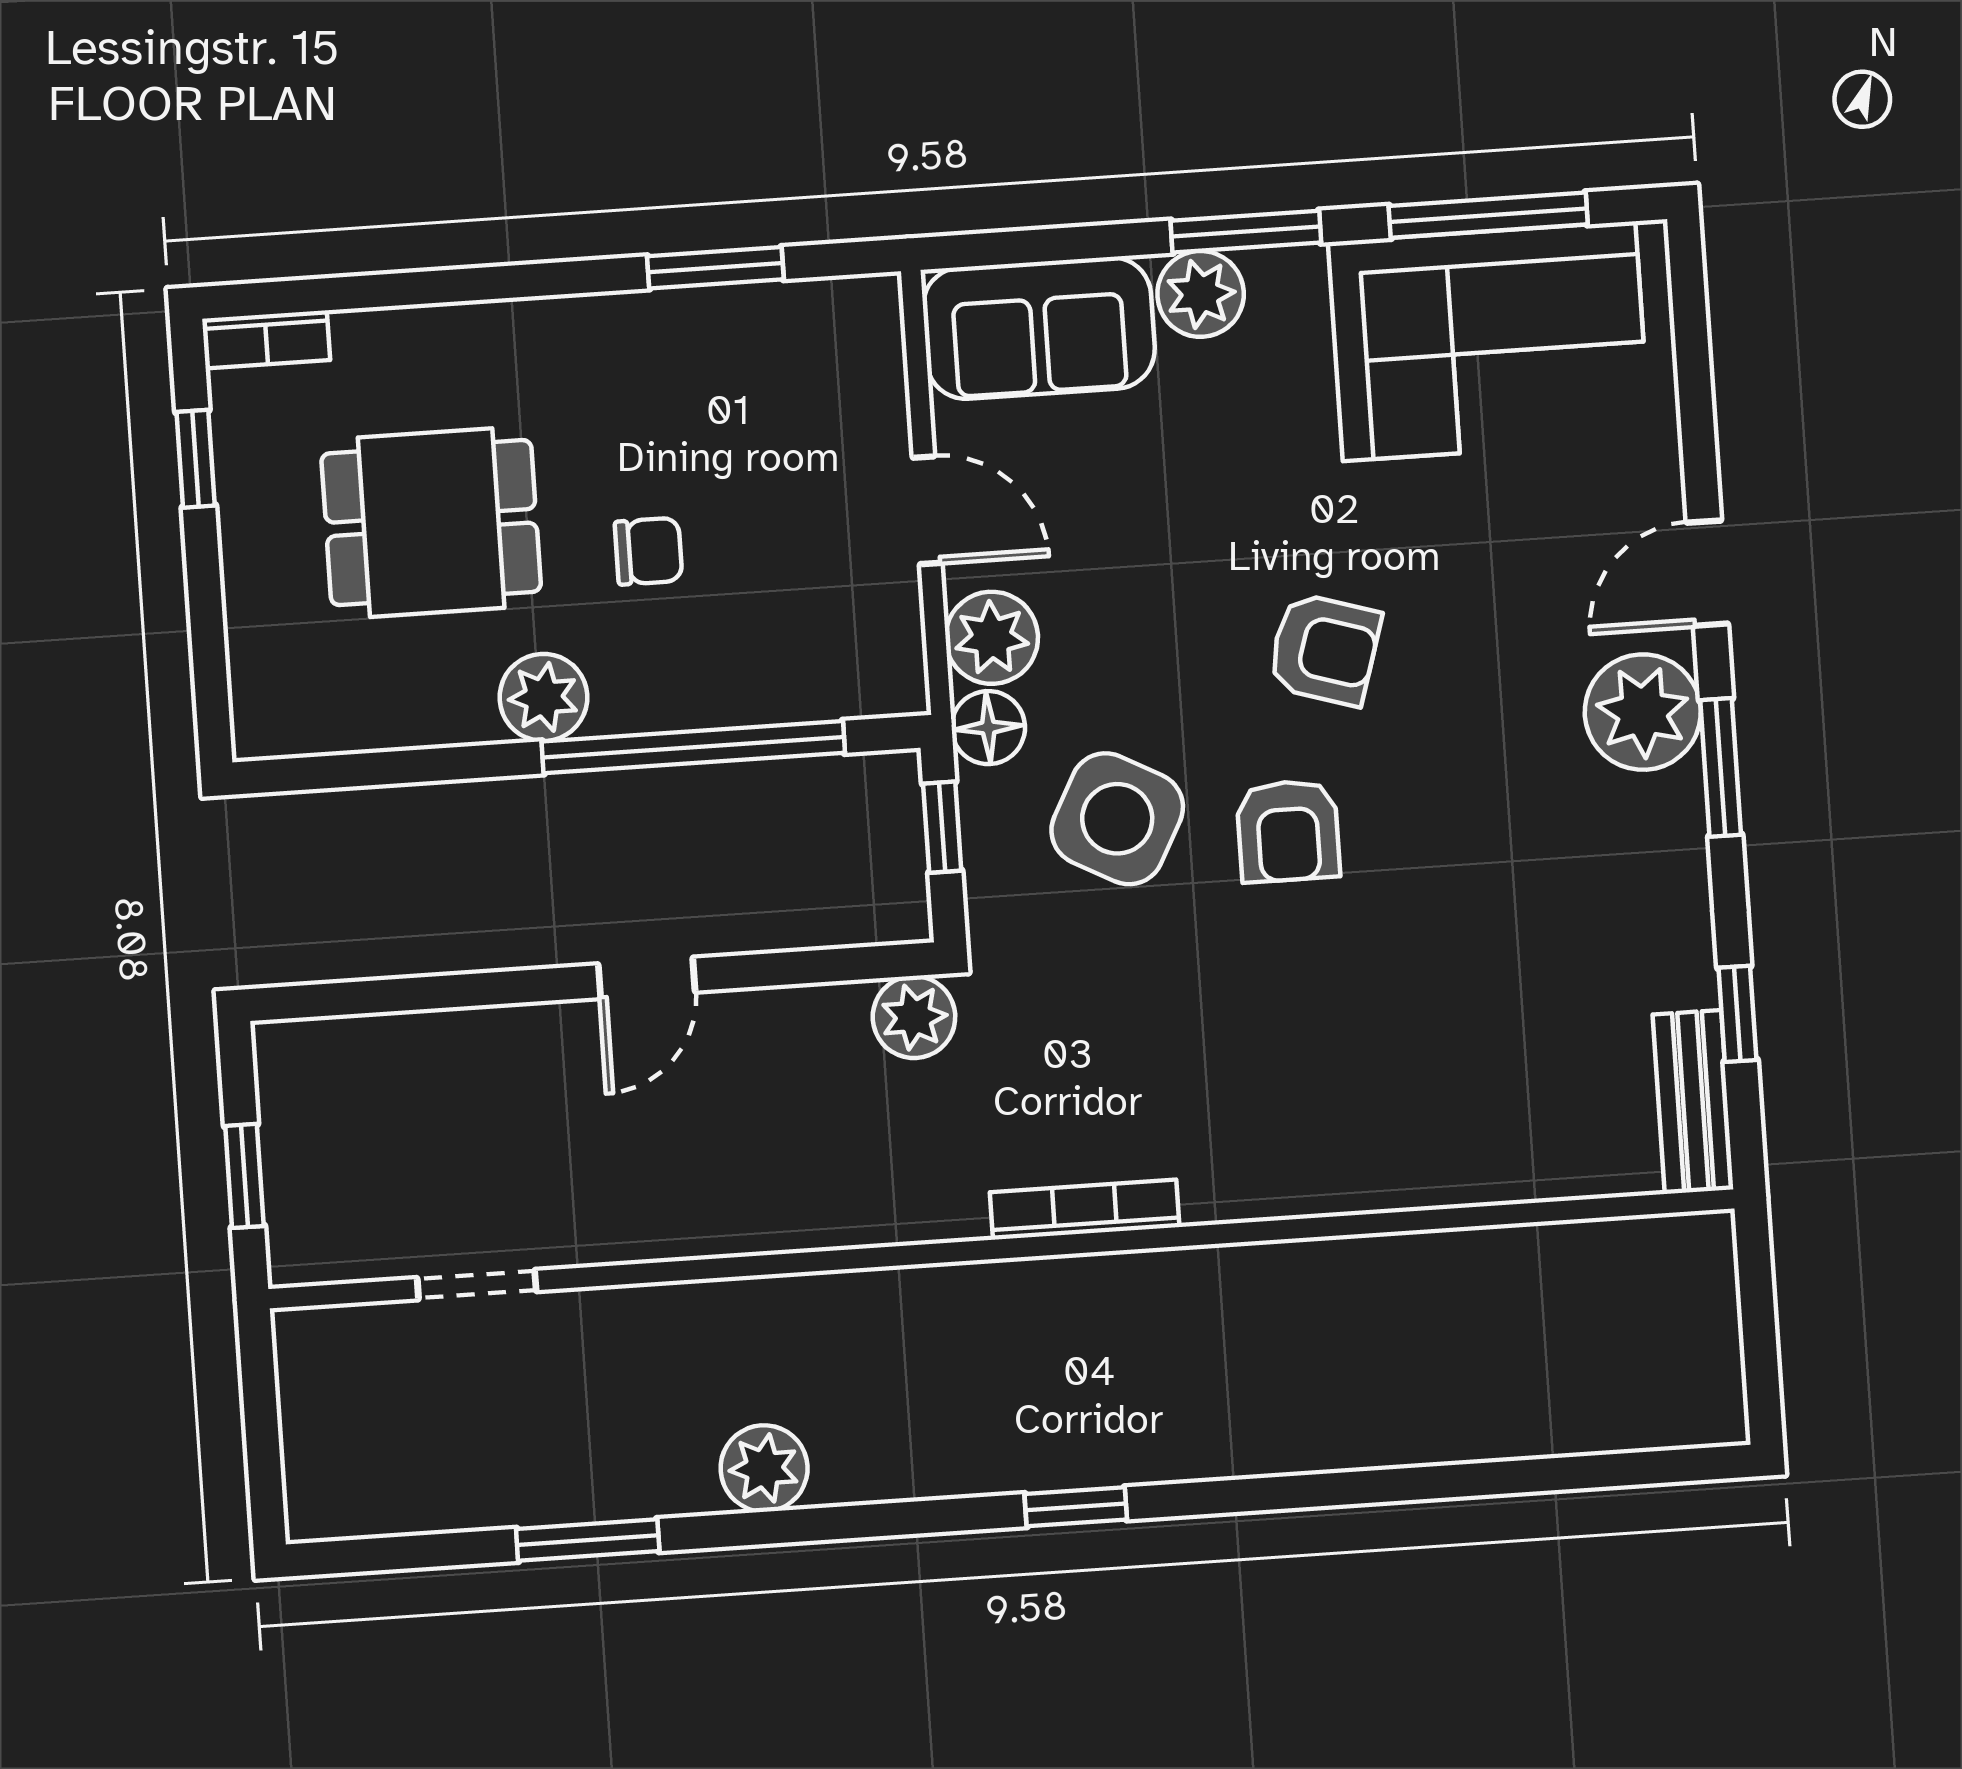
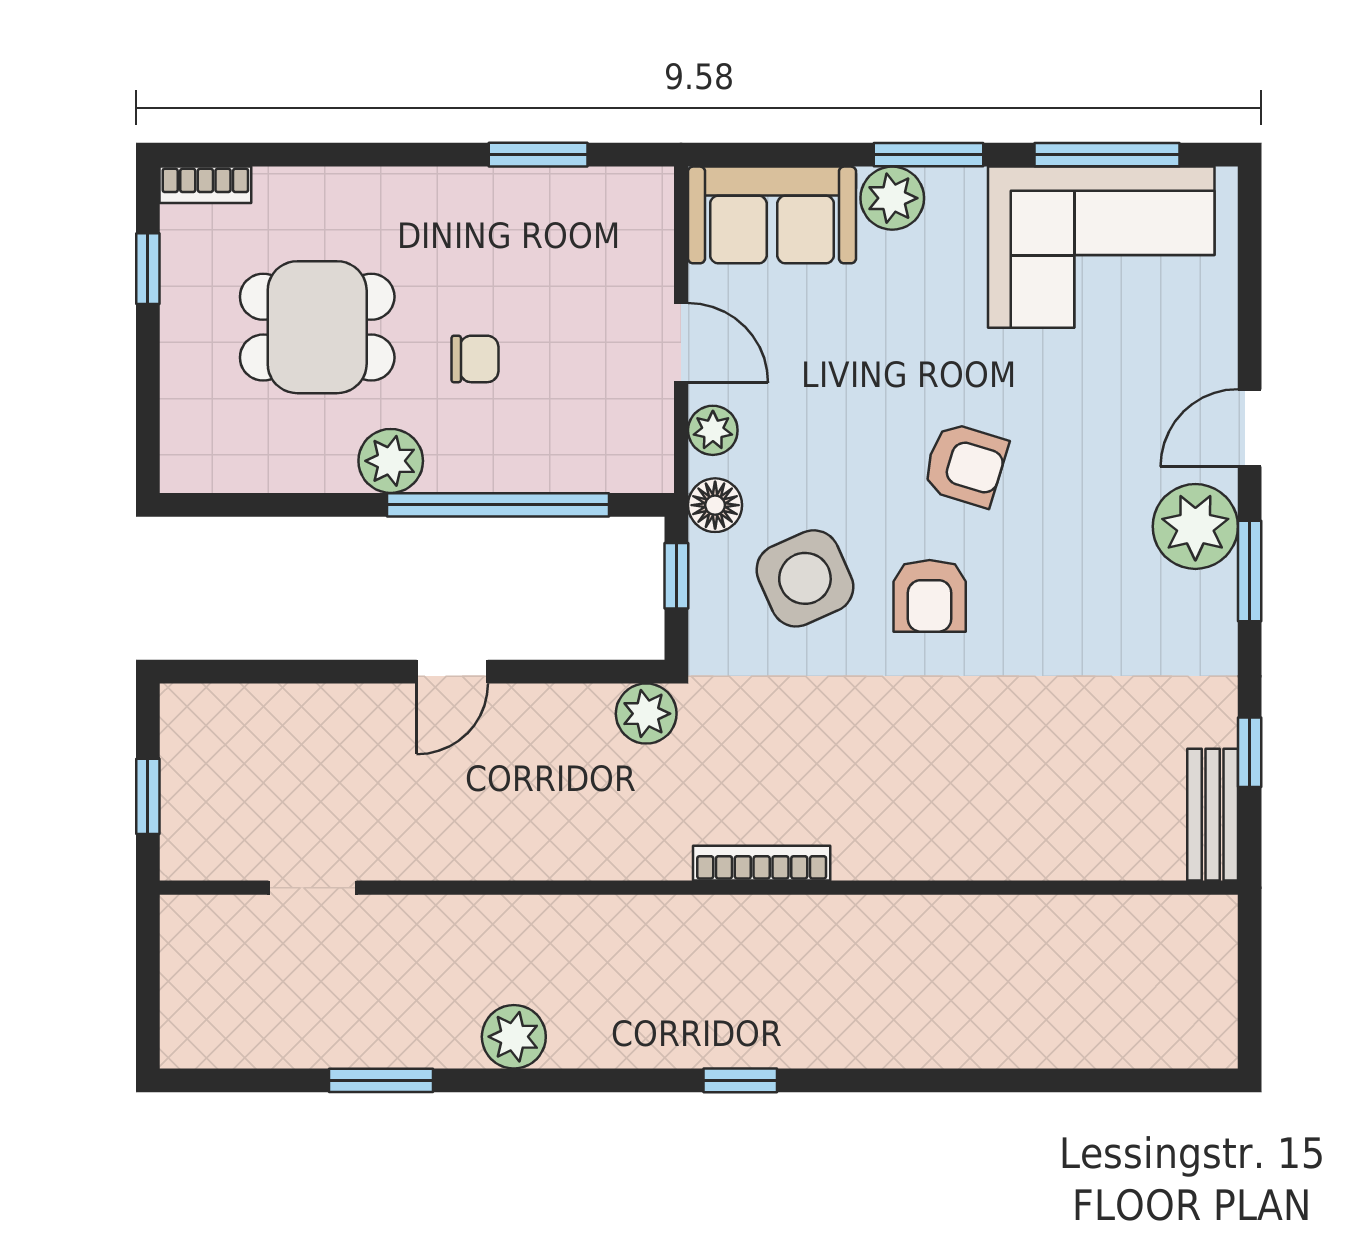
plant: (992, 638) -> (713, 430), width x0.73, depth x0.73
side table: (1117, 819) -> (805, 578), turned 38

